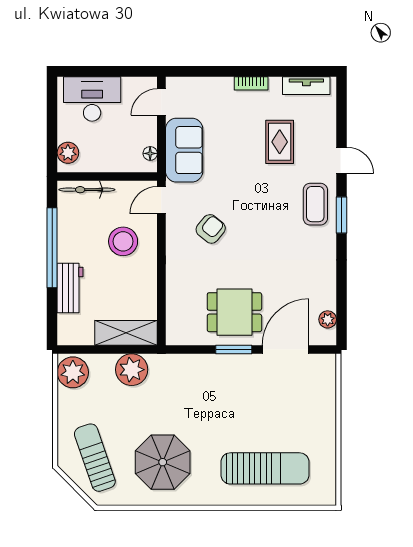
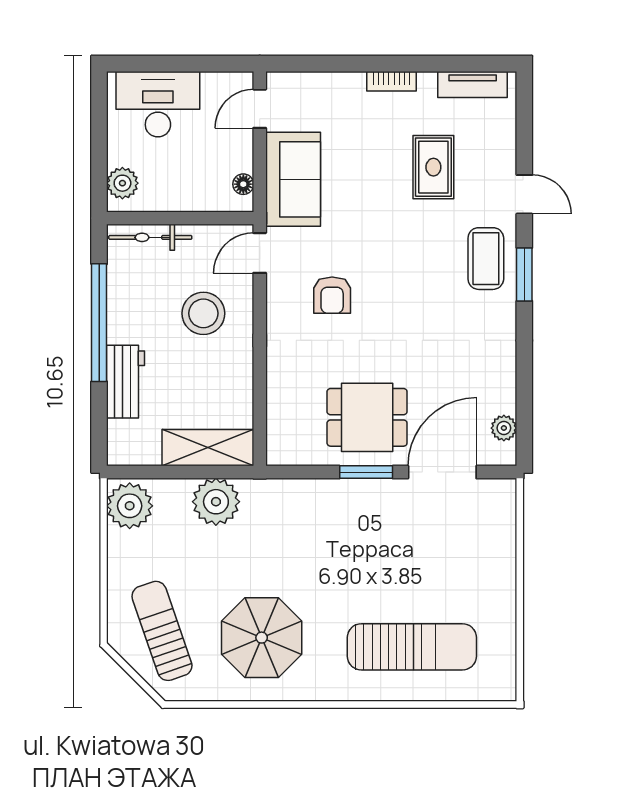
armchair: (211, 229) -> (332, 295), turned 141

